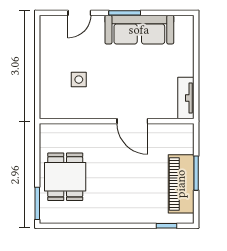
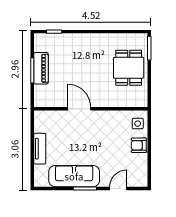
armchair: (51, 71) -> (139, 145), added
side table: (79, 80) -> (138, 124), moved
tv unit: (186, 98) -> (40, 149), moved
piano: (181, 184) -> (41, 68), width x0.73, depth x0.75

